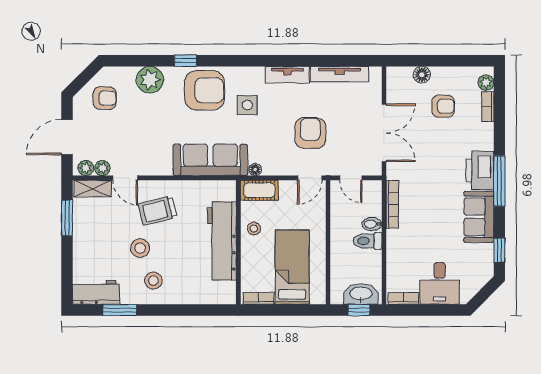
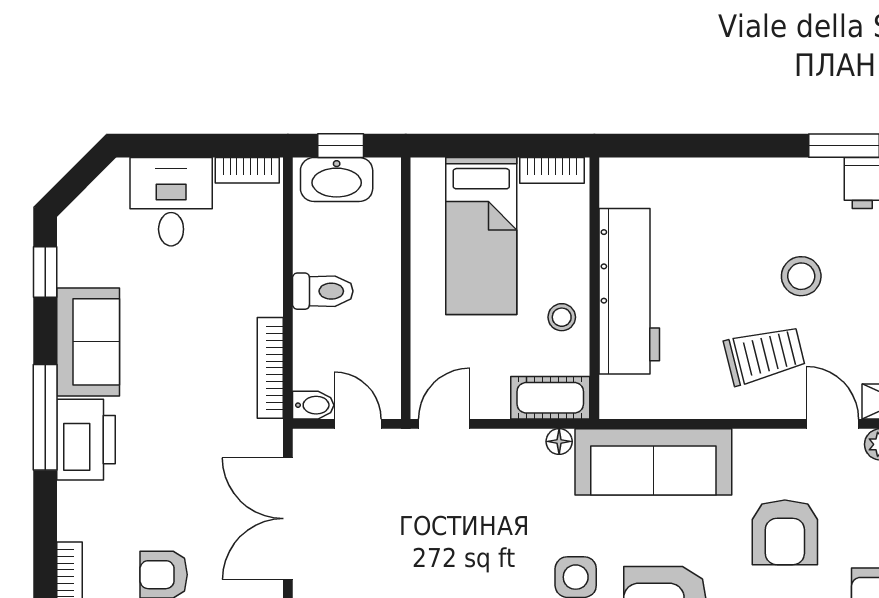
armchair: (310, 133) -> (785, 532), moved
bidet: (372, 224) -> (313, 405), moved
stool: (153, 281) -> (773, 208), removed

